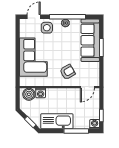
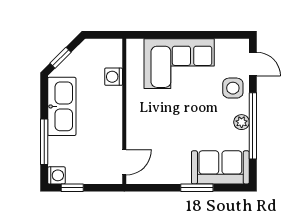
sofa: (90, 40) -> (220, 167), width x0.73
armchair: (67, 72) -> (152, 126), removed
door: (87, 87) -> (124, 162), swing flipped
boiler: (29, 94) -> (111, 55), removed

